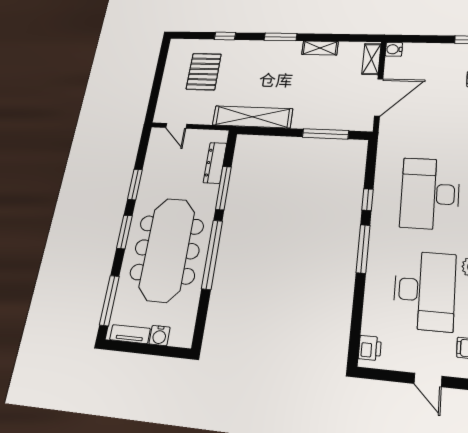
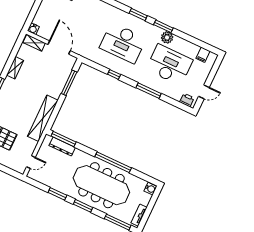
window: (223, 188) -> (64, 139), moved
window: (363, 249) -> (149, 91), moved
water cooler: (159, 336) -> (150, 189), moved
door: (428, 380) -> (204, 92), moved

